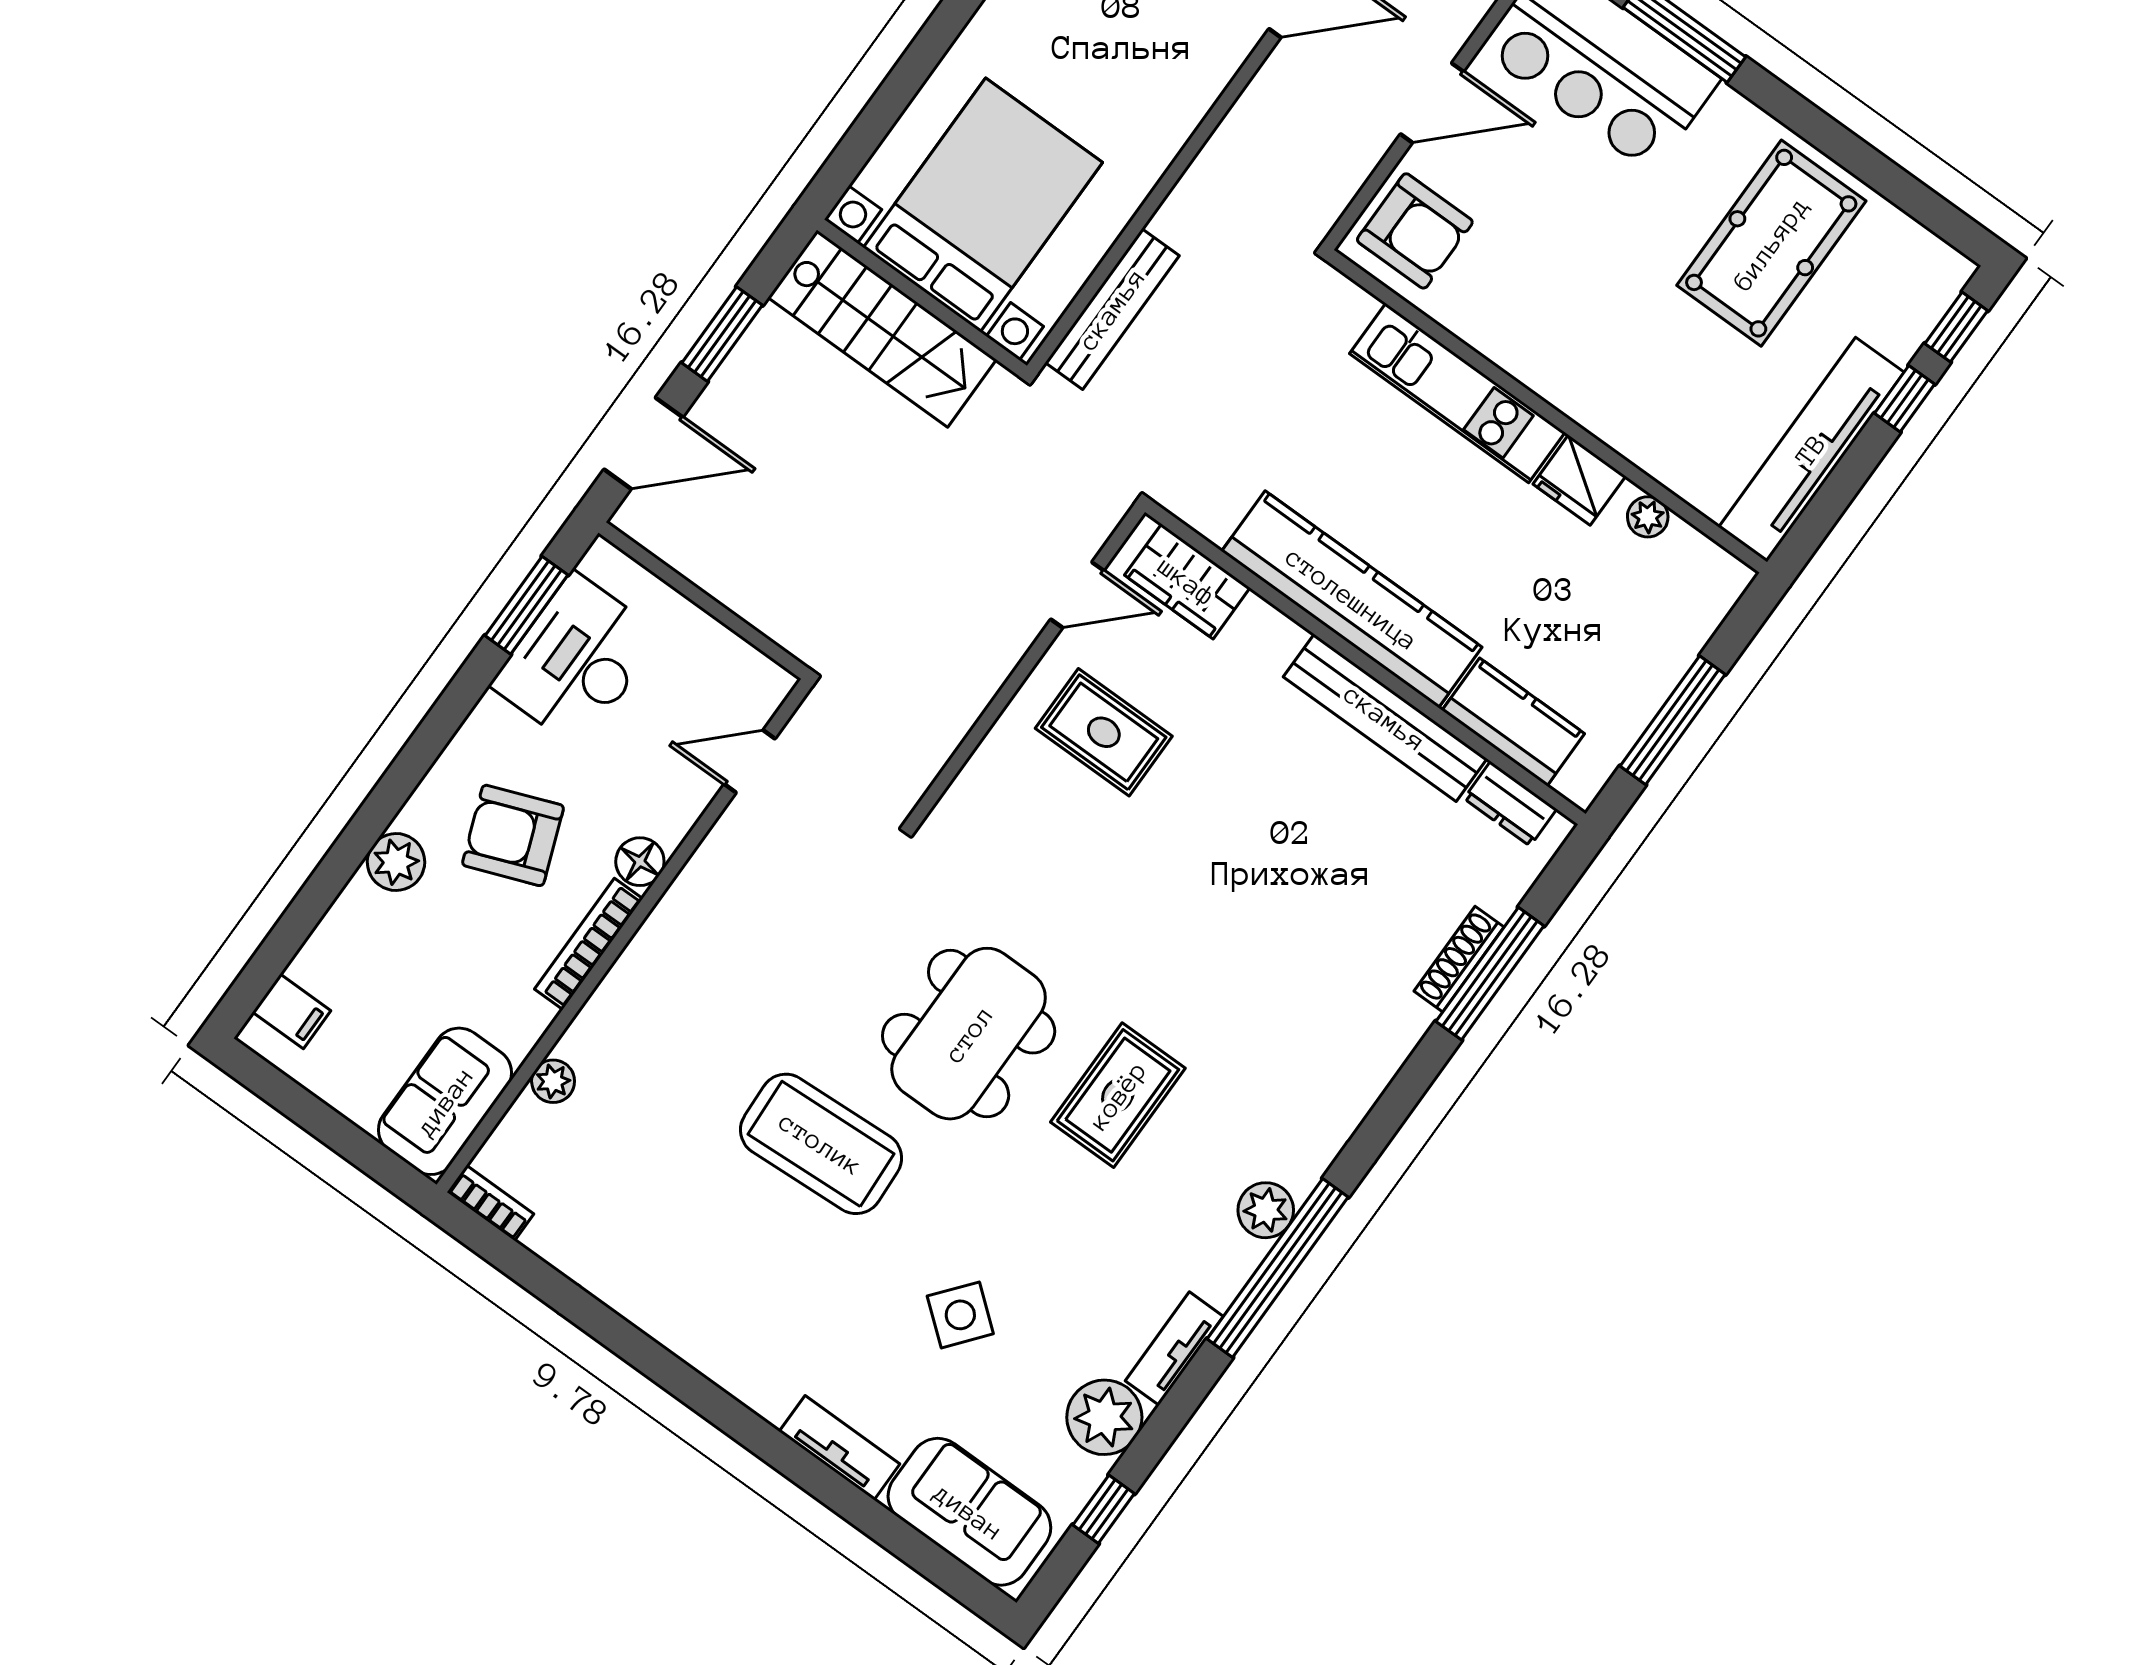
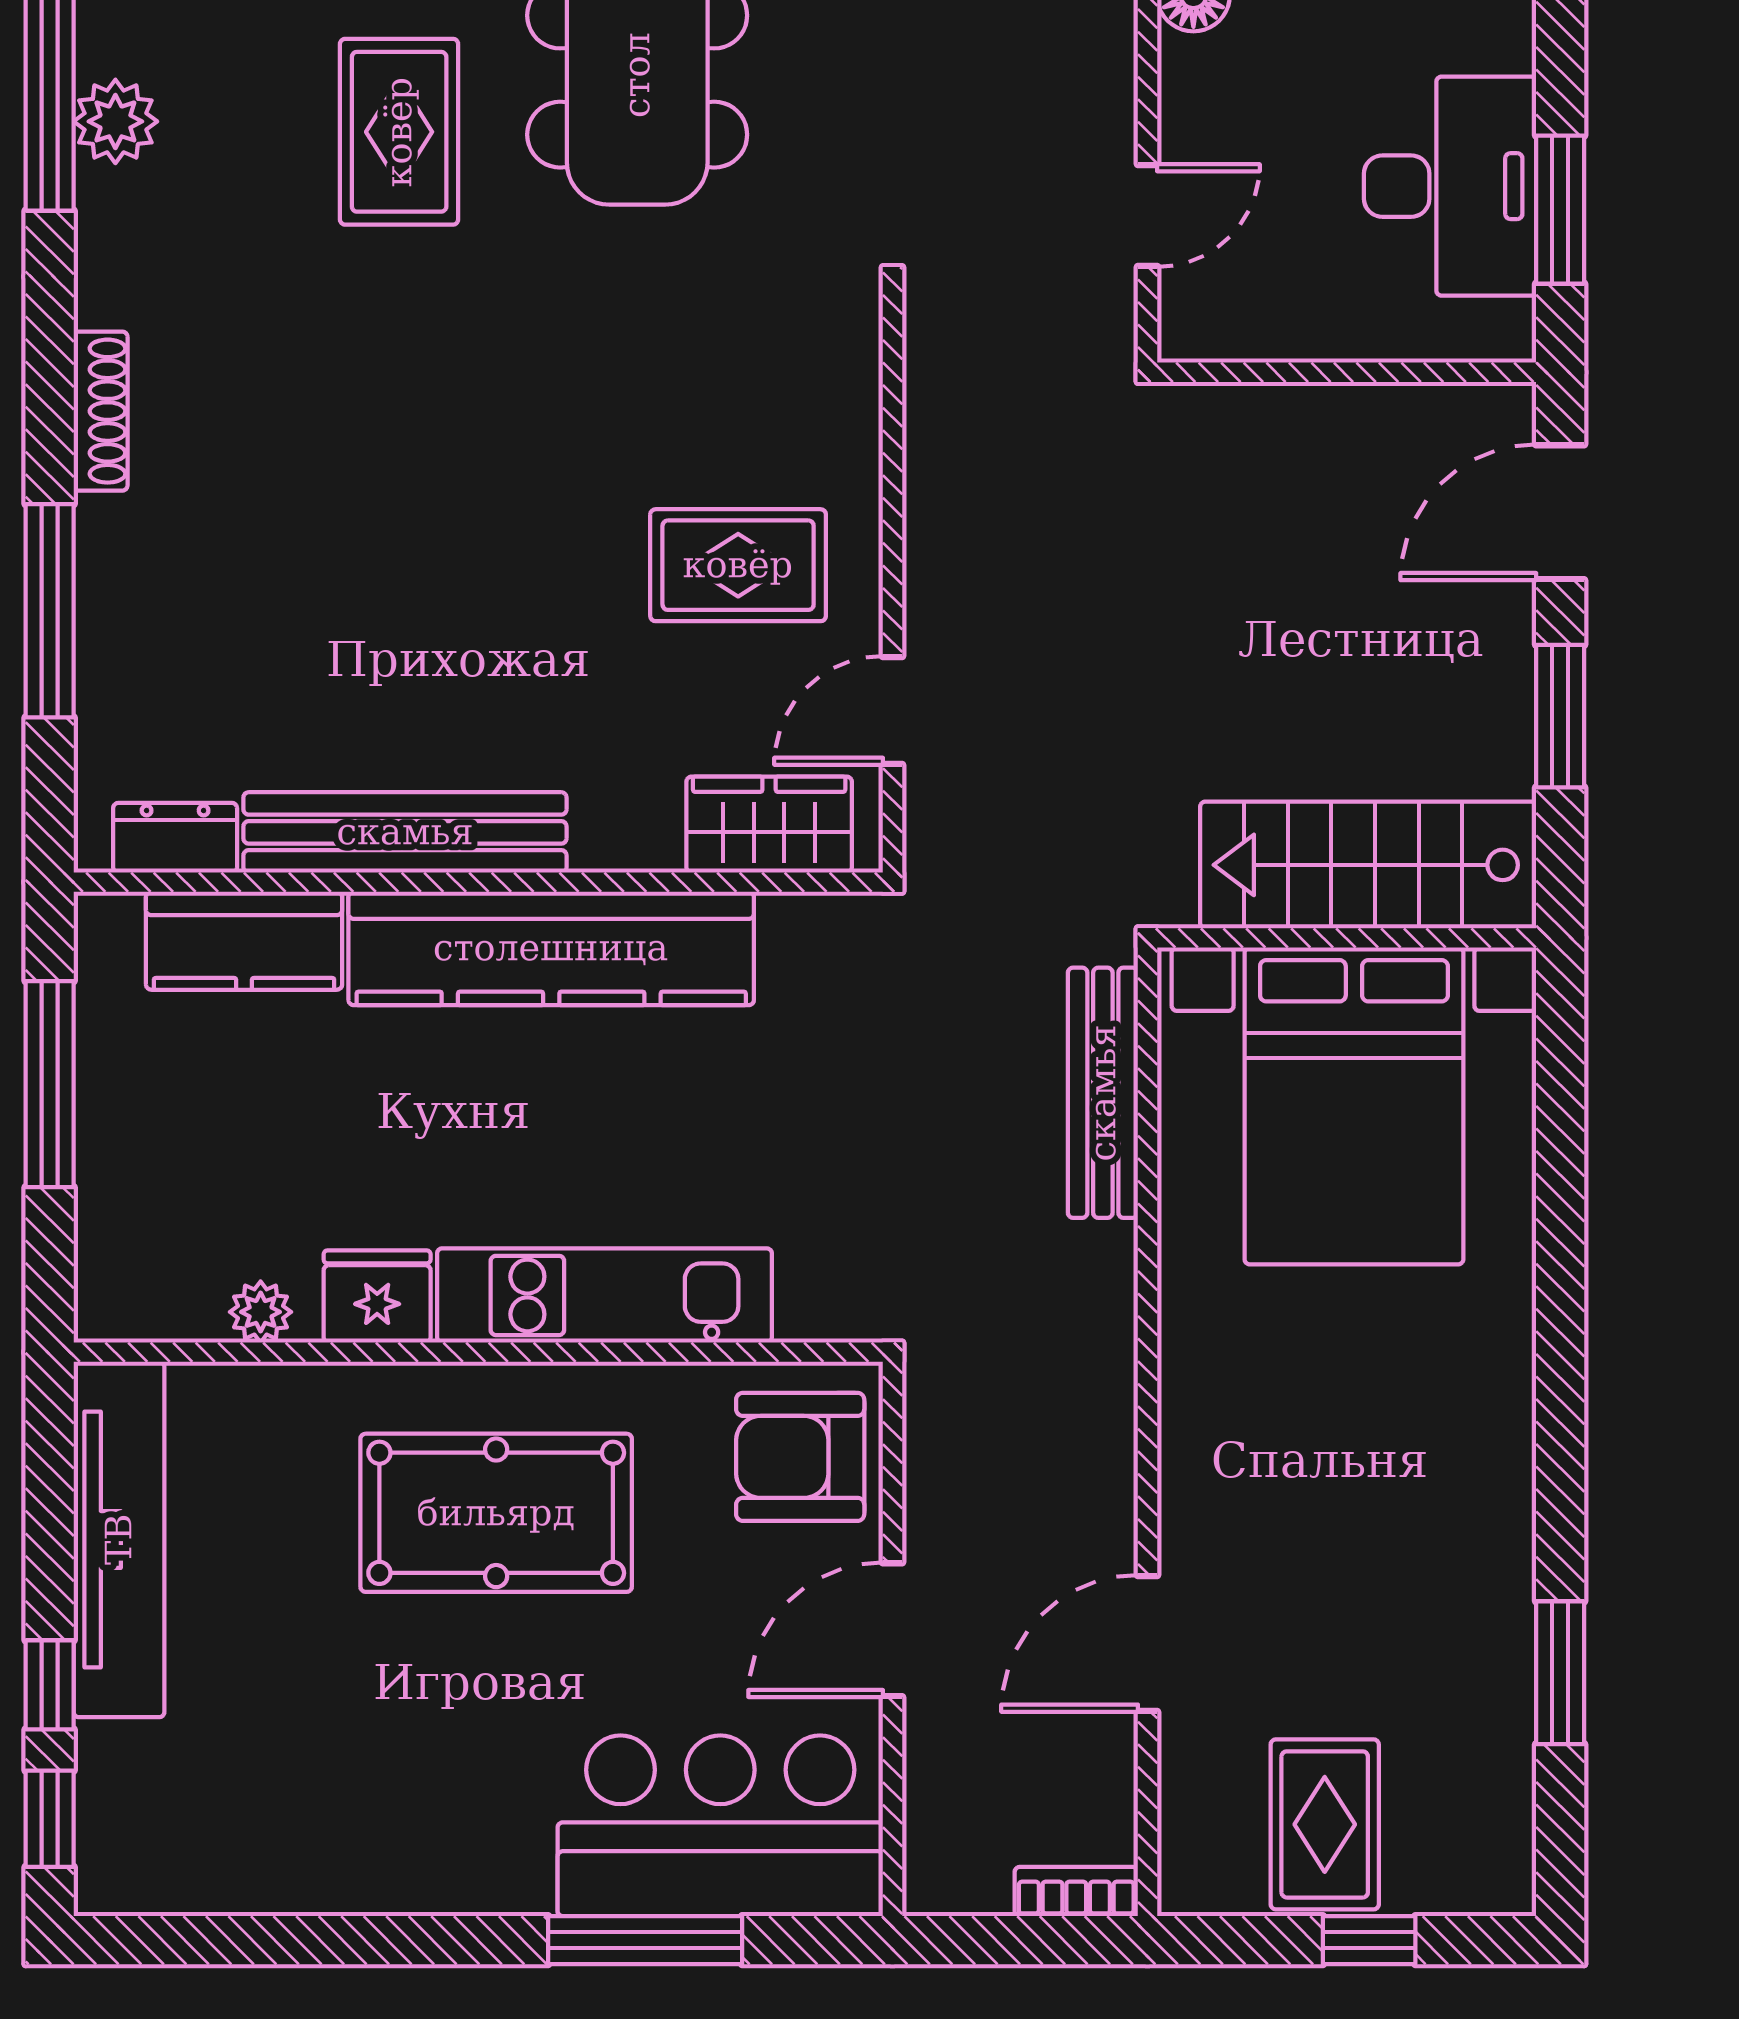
pool table: (1771, 243) -> (496, 1513), moved, turned 90
shoe rack: (1459, 959) -> (101, 411), moved

